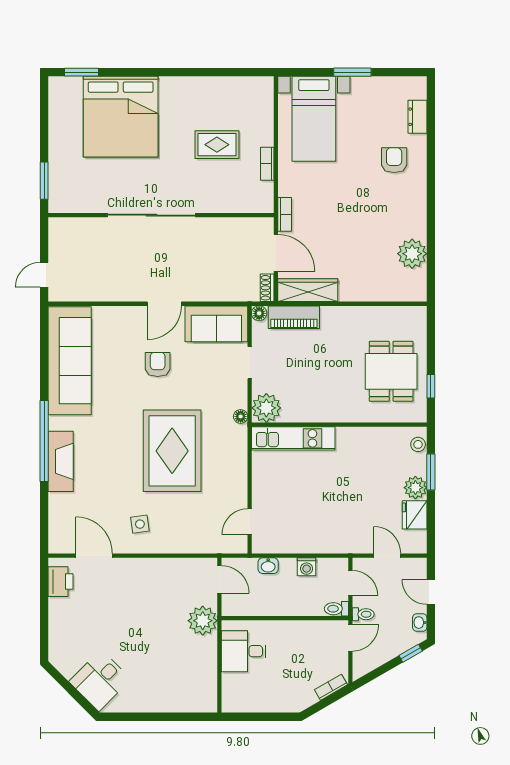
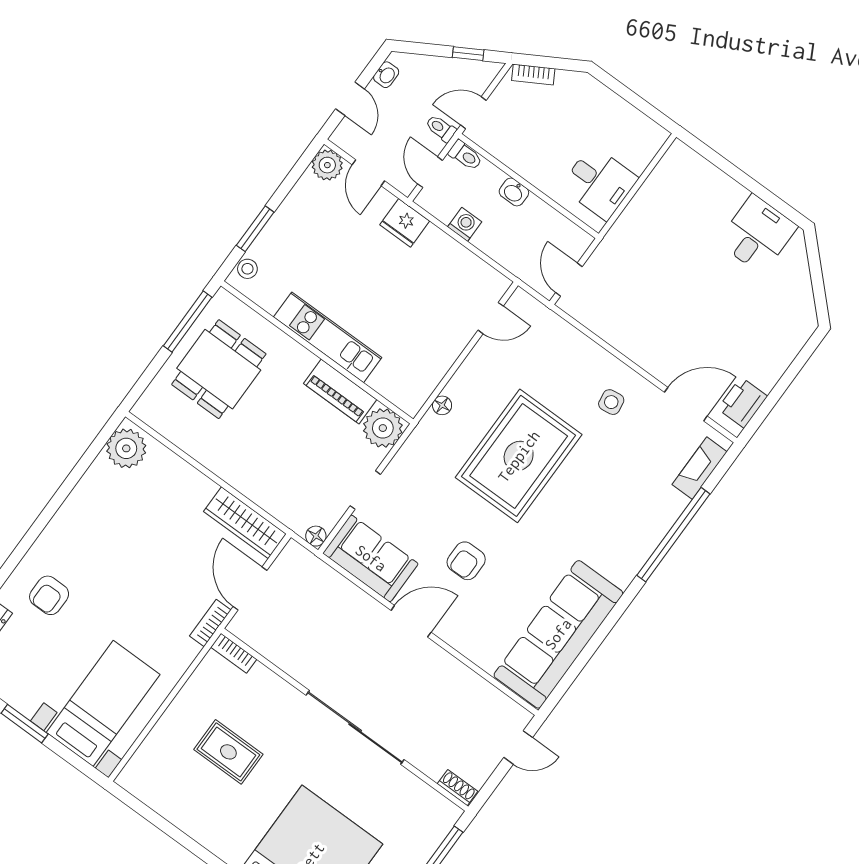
bookcase: (267, 164) -> (234, 653), moved, turned 90
plant: (412, 254) -> (126, 448), moved
shoe rack: (267, 288) -> (457, 788), moved, turned -90
piano: (294, 317) -> (340, 391), moved, turned 180
window: (431, 386) -> (188, 321), width x2.17
floor lamp: (241, 416) -> (442, 405), moved
kitchen unit: (293, 438) -> (328, 337), moved
window: (44, 441) -> (673, 535), moved
fireplace: (61, 461) -> (700, 468), moved, width x0.73, depth x0.76
plant: (415, 488) -> (327, 165), moved
fridge: (415, 515) -> (405, 223), moved, turned 90
door: (94, 556) -> (686, 404), swing flipped
washbasin: (268, 566) -> (514, 192), moved, turned 180
plant: (203, 621) -> (620, 248), removed
window: (411, 653) -> (468, 54), moved
desk: (100, 680) -> (757, 234), moved, turned -45

